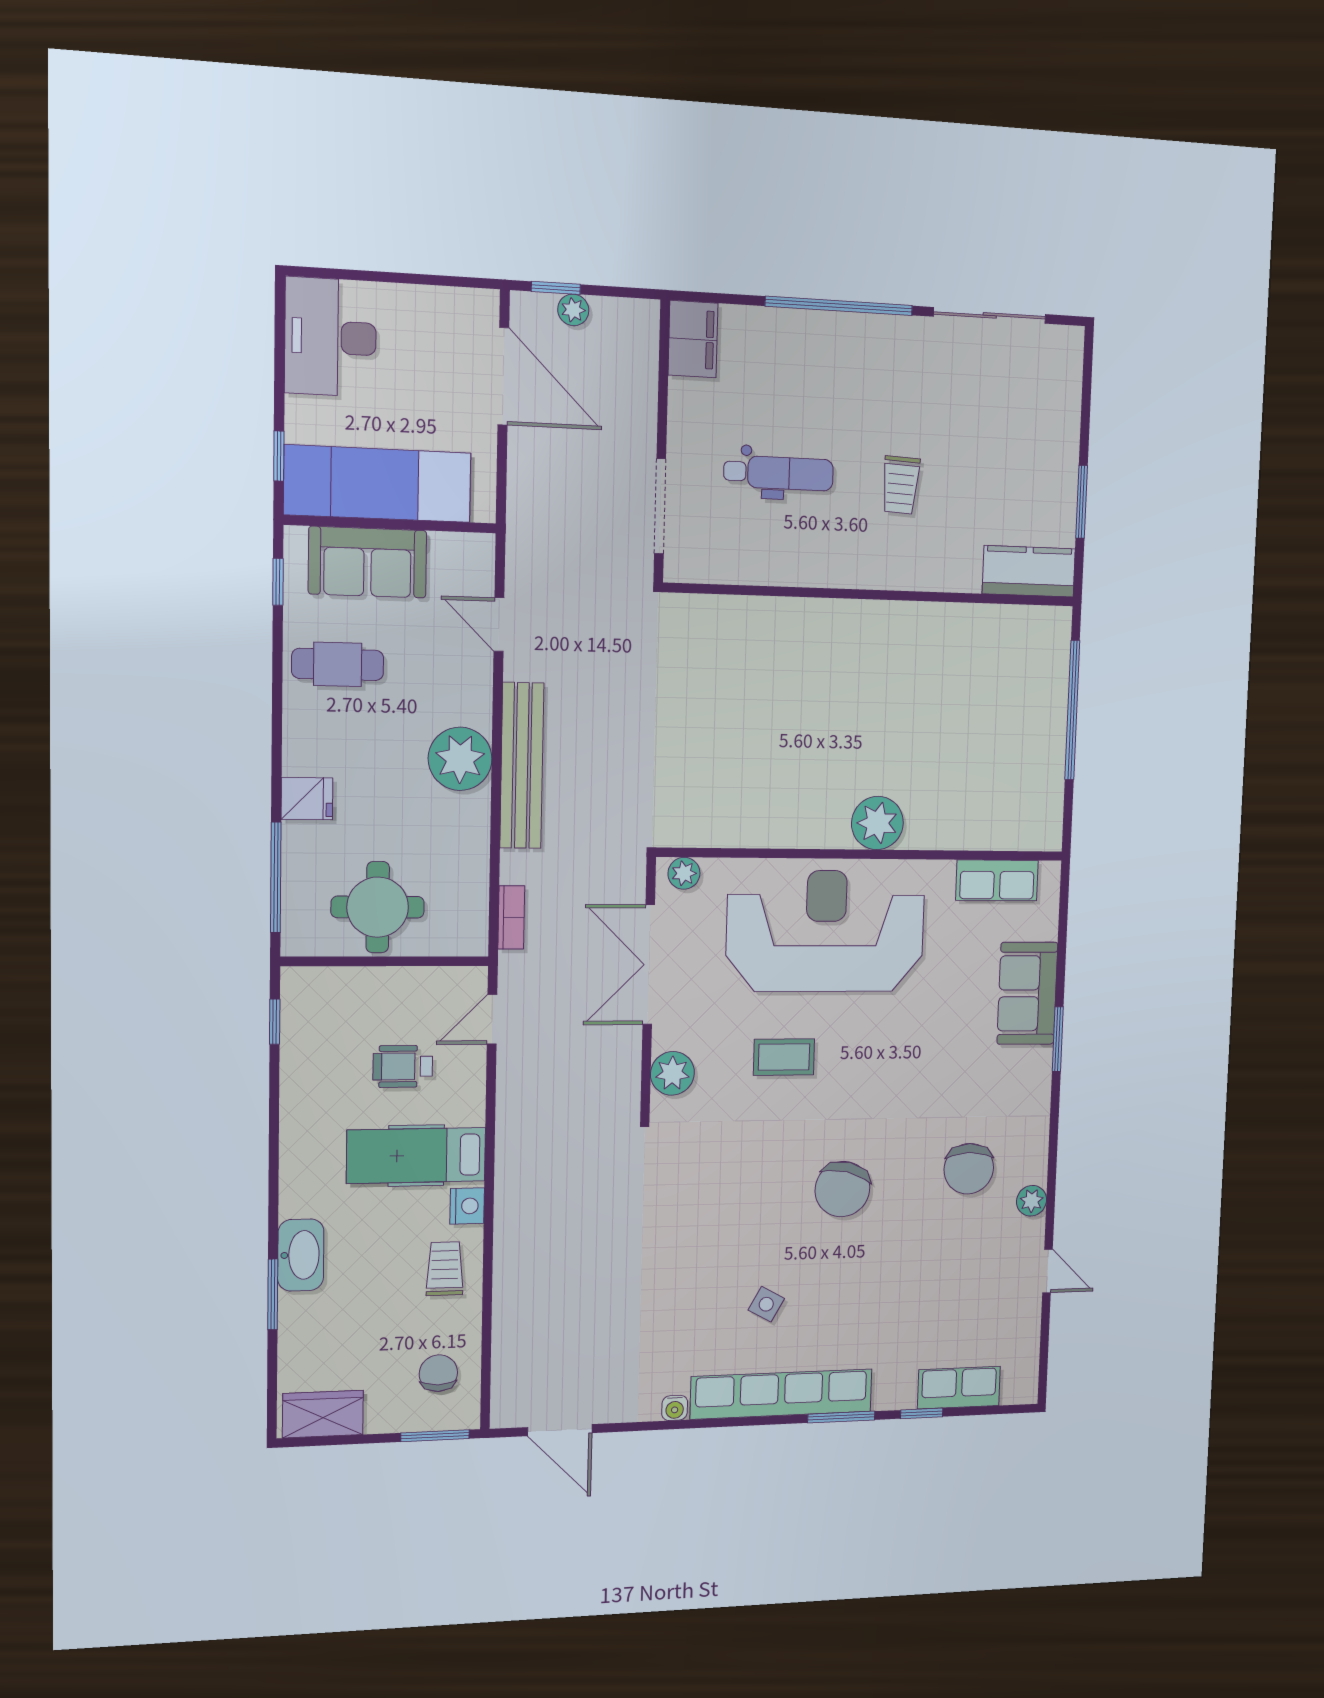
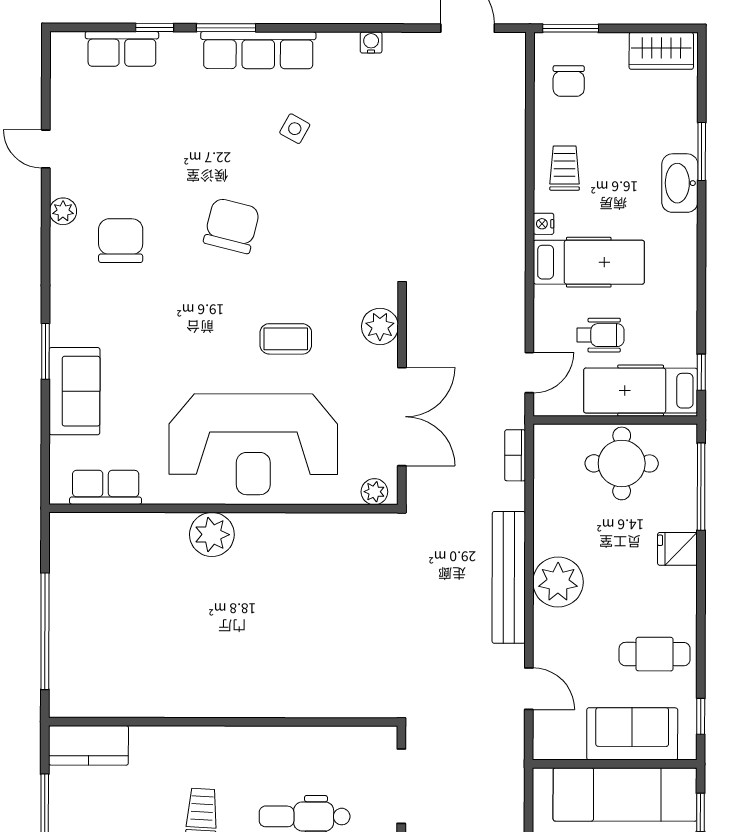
hospital bed: (353, 998) -> (641, 391), added
nightstand: (467, 1206) -> (544, 224), width x0.72, depth x0.74
trolley: (445, 1269) -> (565, 168), turned 180
row of seats: (781, 1394) -> (258, 50), width x0.73

